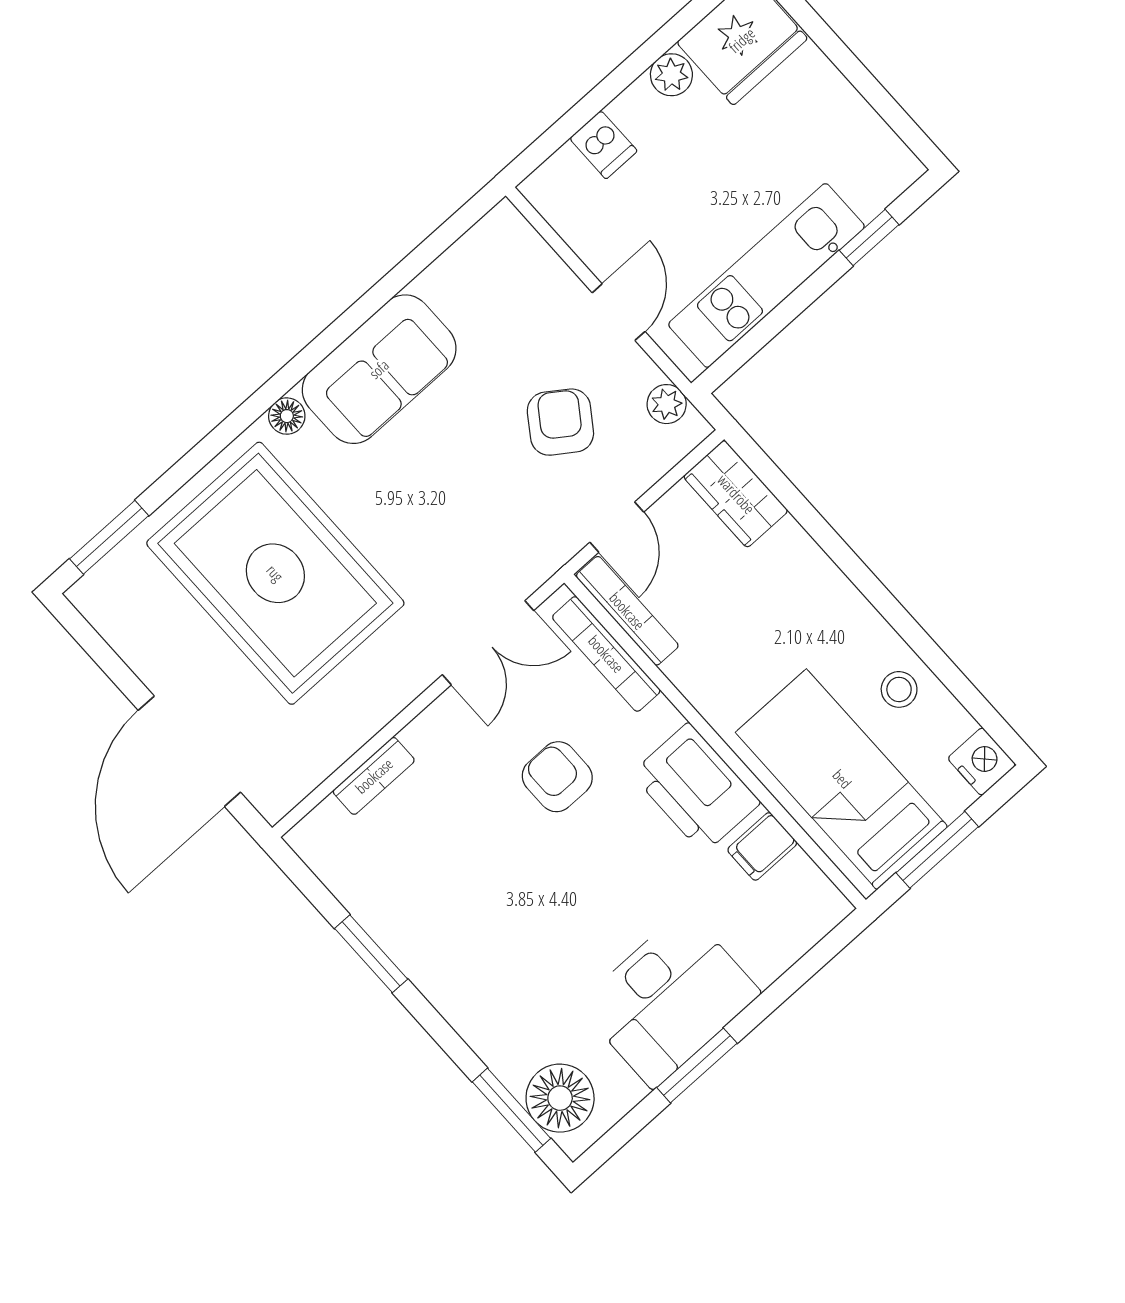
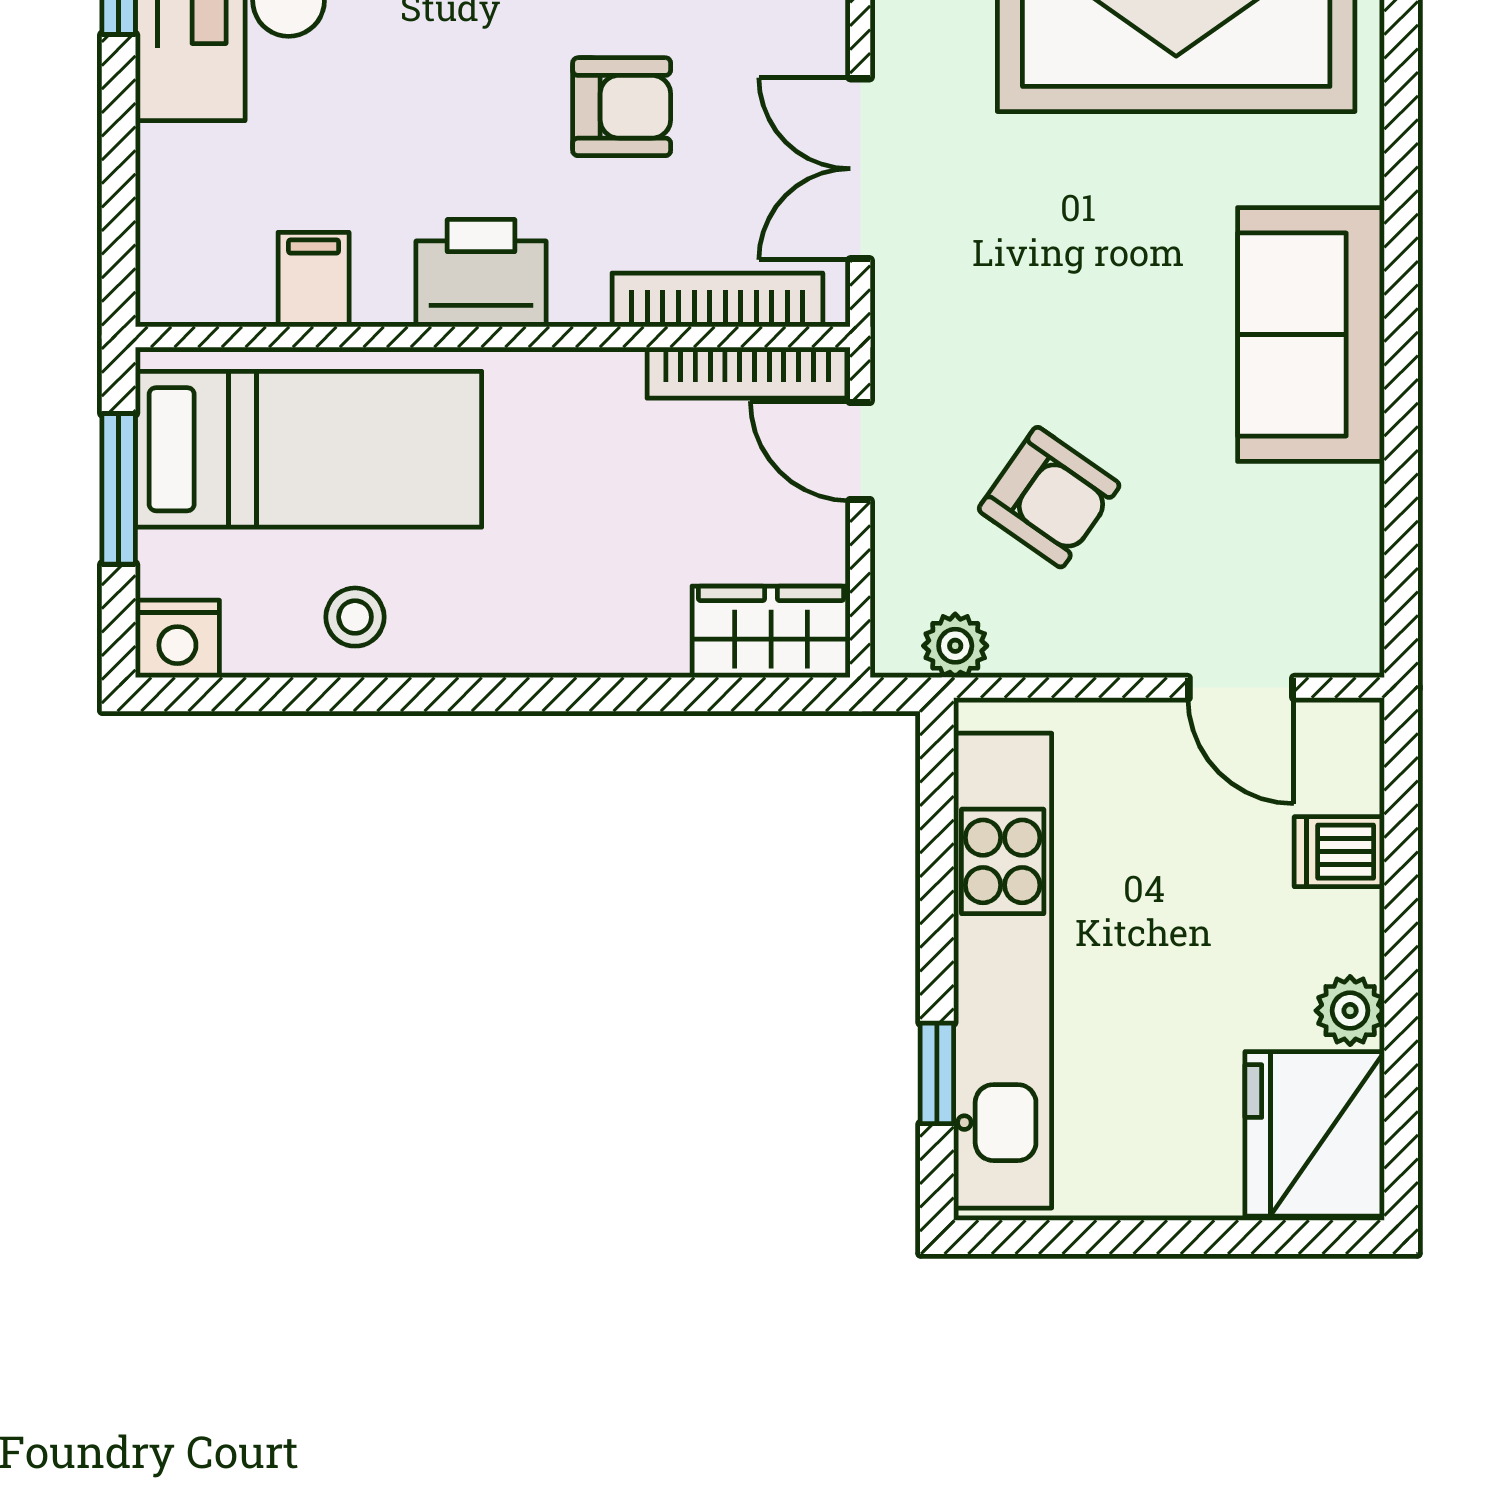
kitchen unit: (766, 275) -> (1003, 971), width x1.36
door: (619, 312) -> (1241, 688), moved
floor lamp: (287, 416) -> (1355, 171), removed
printer: (696, 788) -> (481, 273), width x0.73, depth x0.84

